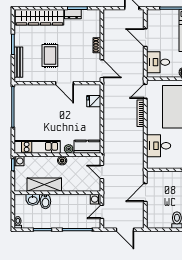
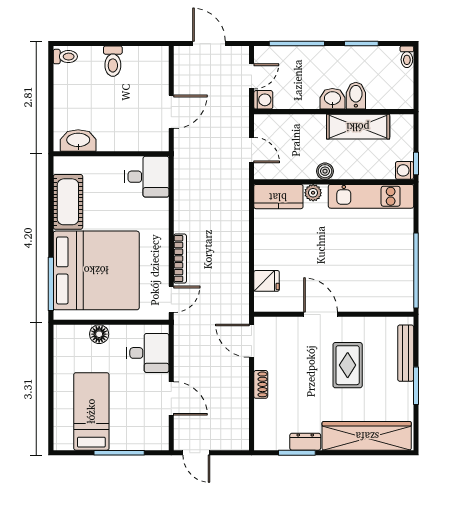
desk: (159, 146) -> (147, 177), moved
washbasin: (33, 200) -> (332, 99), moved

